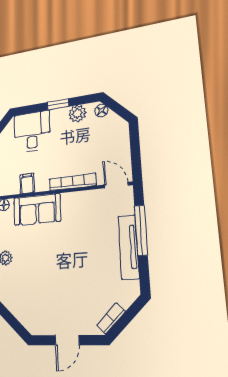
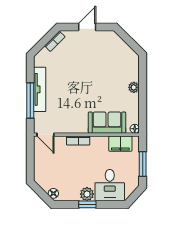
plant: (77, 114) -> (87, 194), moved
bookcase: (73, 182) -> (78, 141), width x0.64
filing cabinet: (27, 184) -> (120, 144), width x2.00

